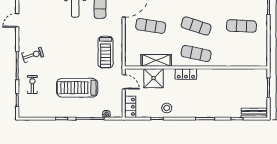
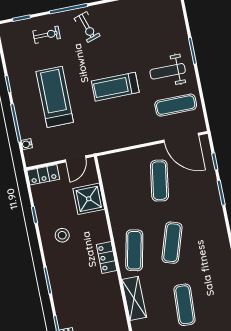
treadmill: (106, 52) -> (115, 87), moved
shelving: (156, 60) -> (134, 298), moved
locker: (186, 74) -> (107, 258), moved
stool: (167, 108) -> (62, 235), moved

